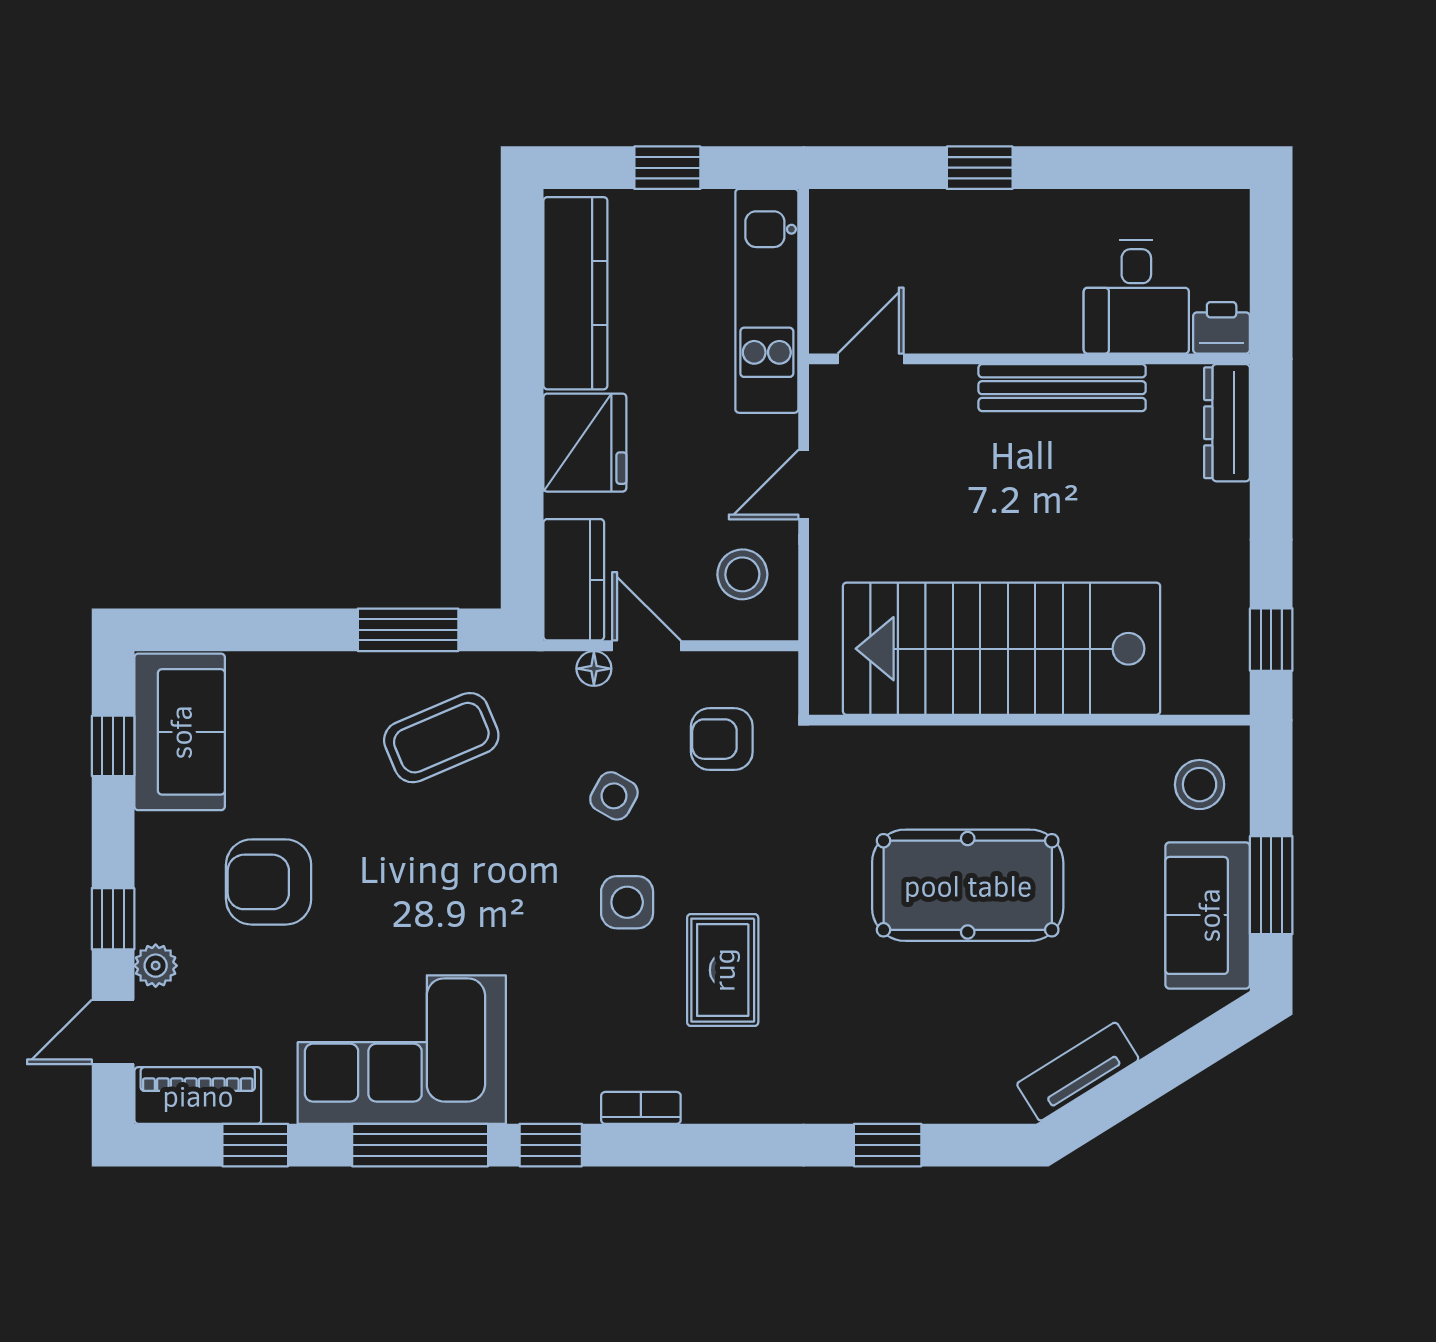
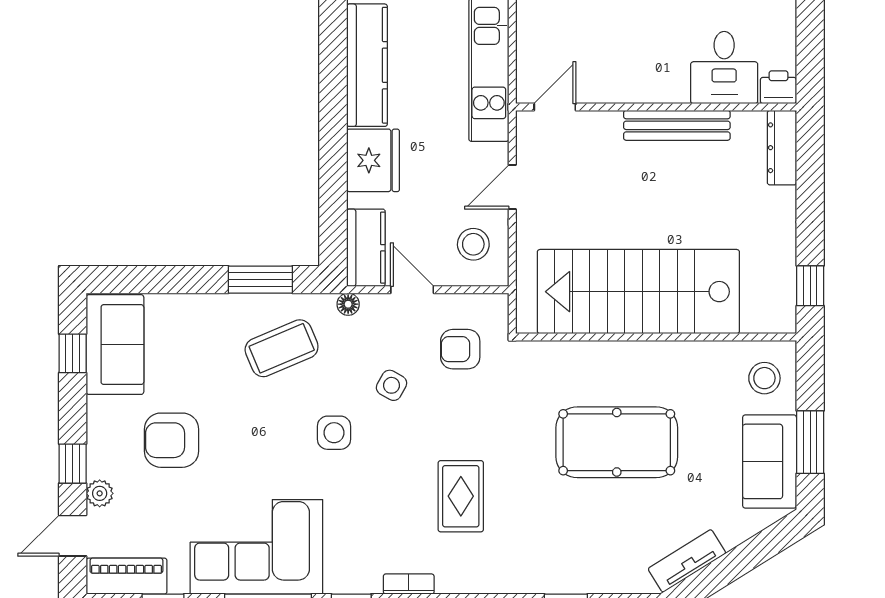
floor lamp: (594, 669) -> (348, 304), moved
side table: (627, 902) -> (334, 433), moved

